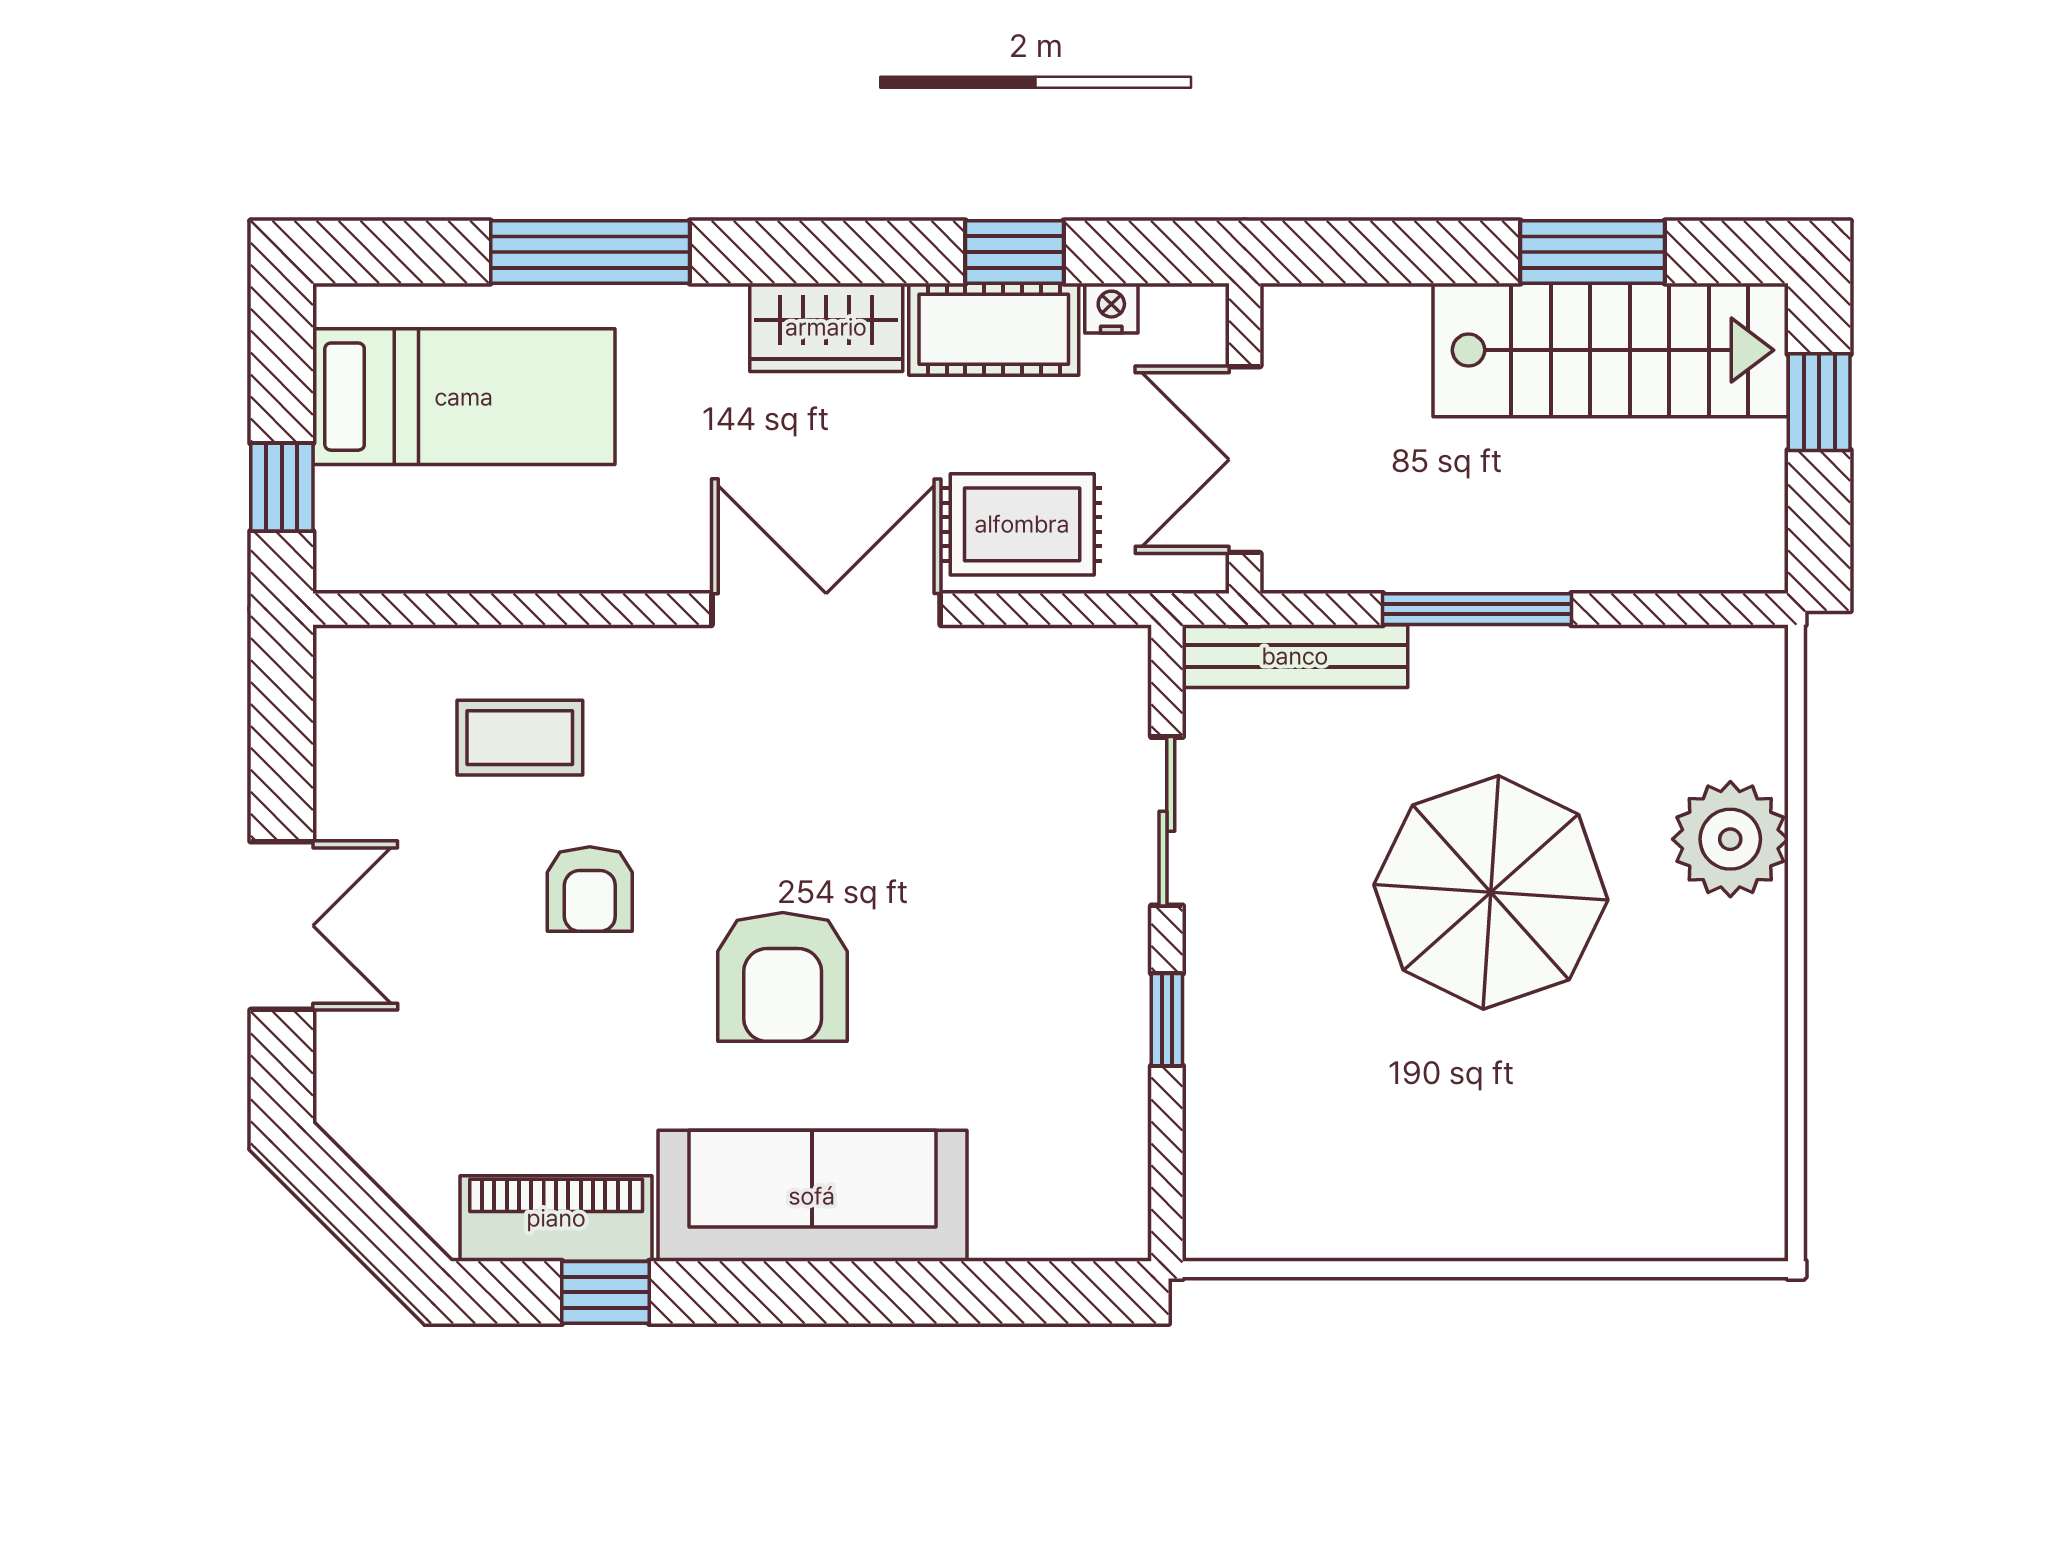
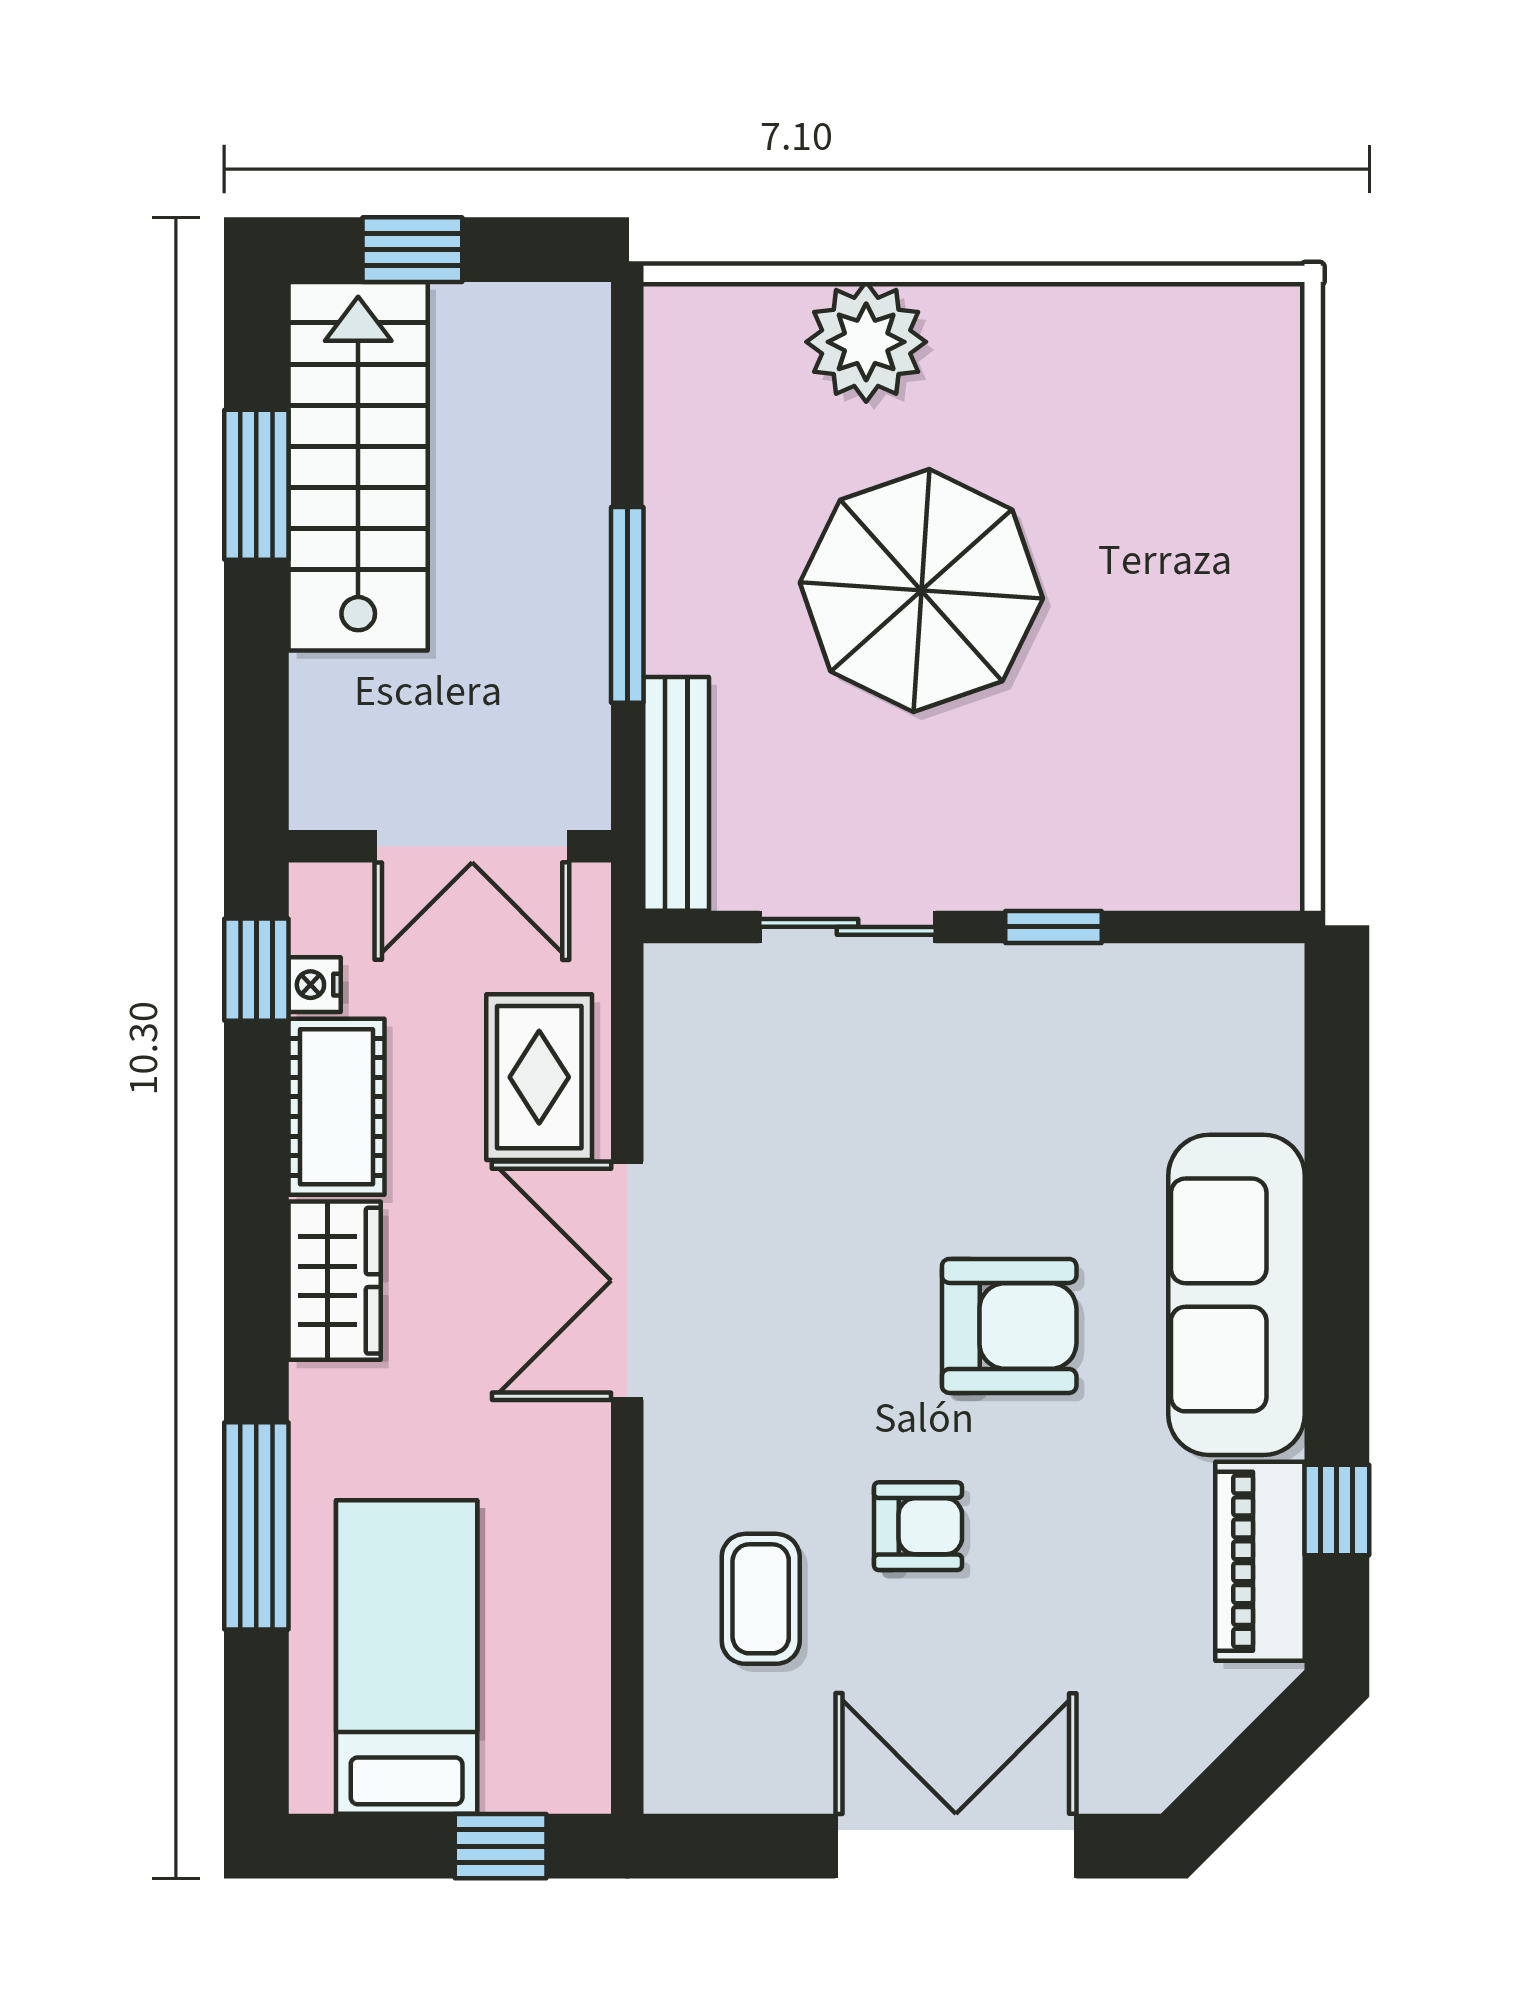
window: (1014, 252) -> (256, 970), moved
double door: (282, 926) -> (956, 1846), width x1.37

